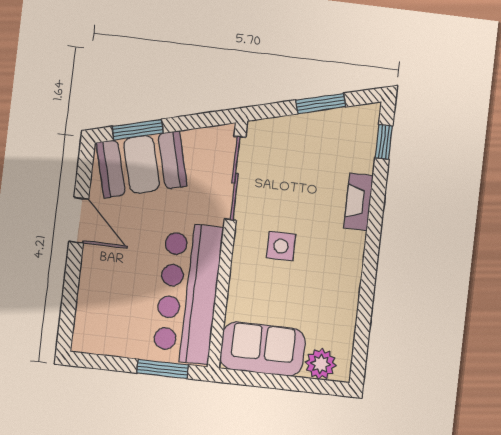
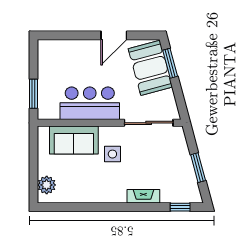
bar counter: (188, 293) -> (90, 103), width x0.73
sofa: (263, 349) -> (74, 140), moved, turned 90

